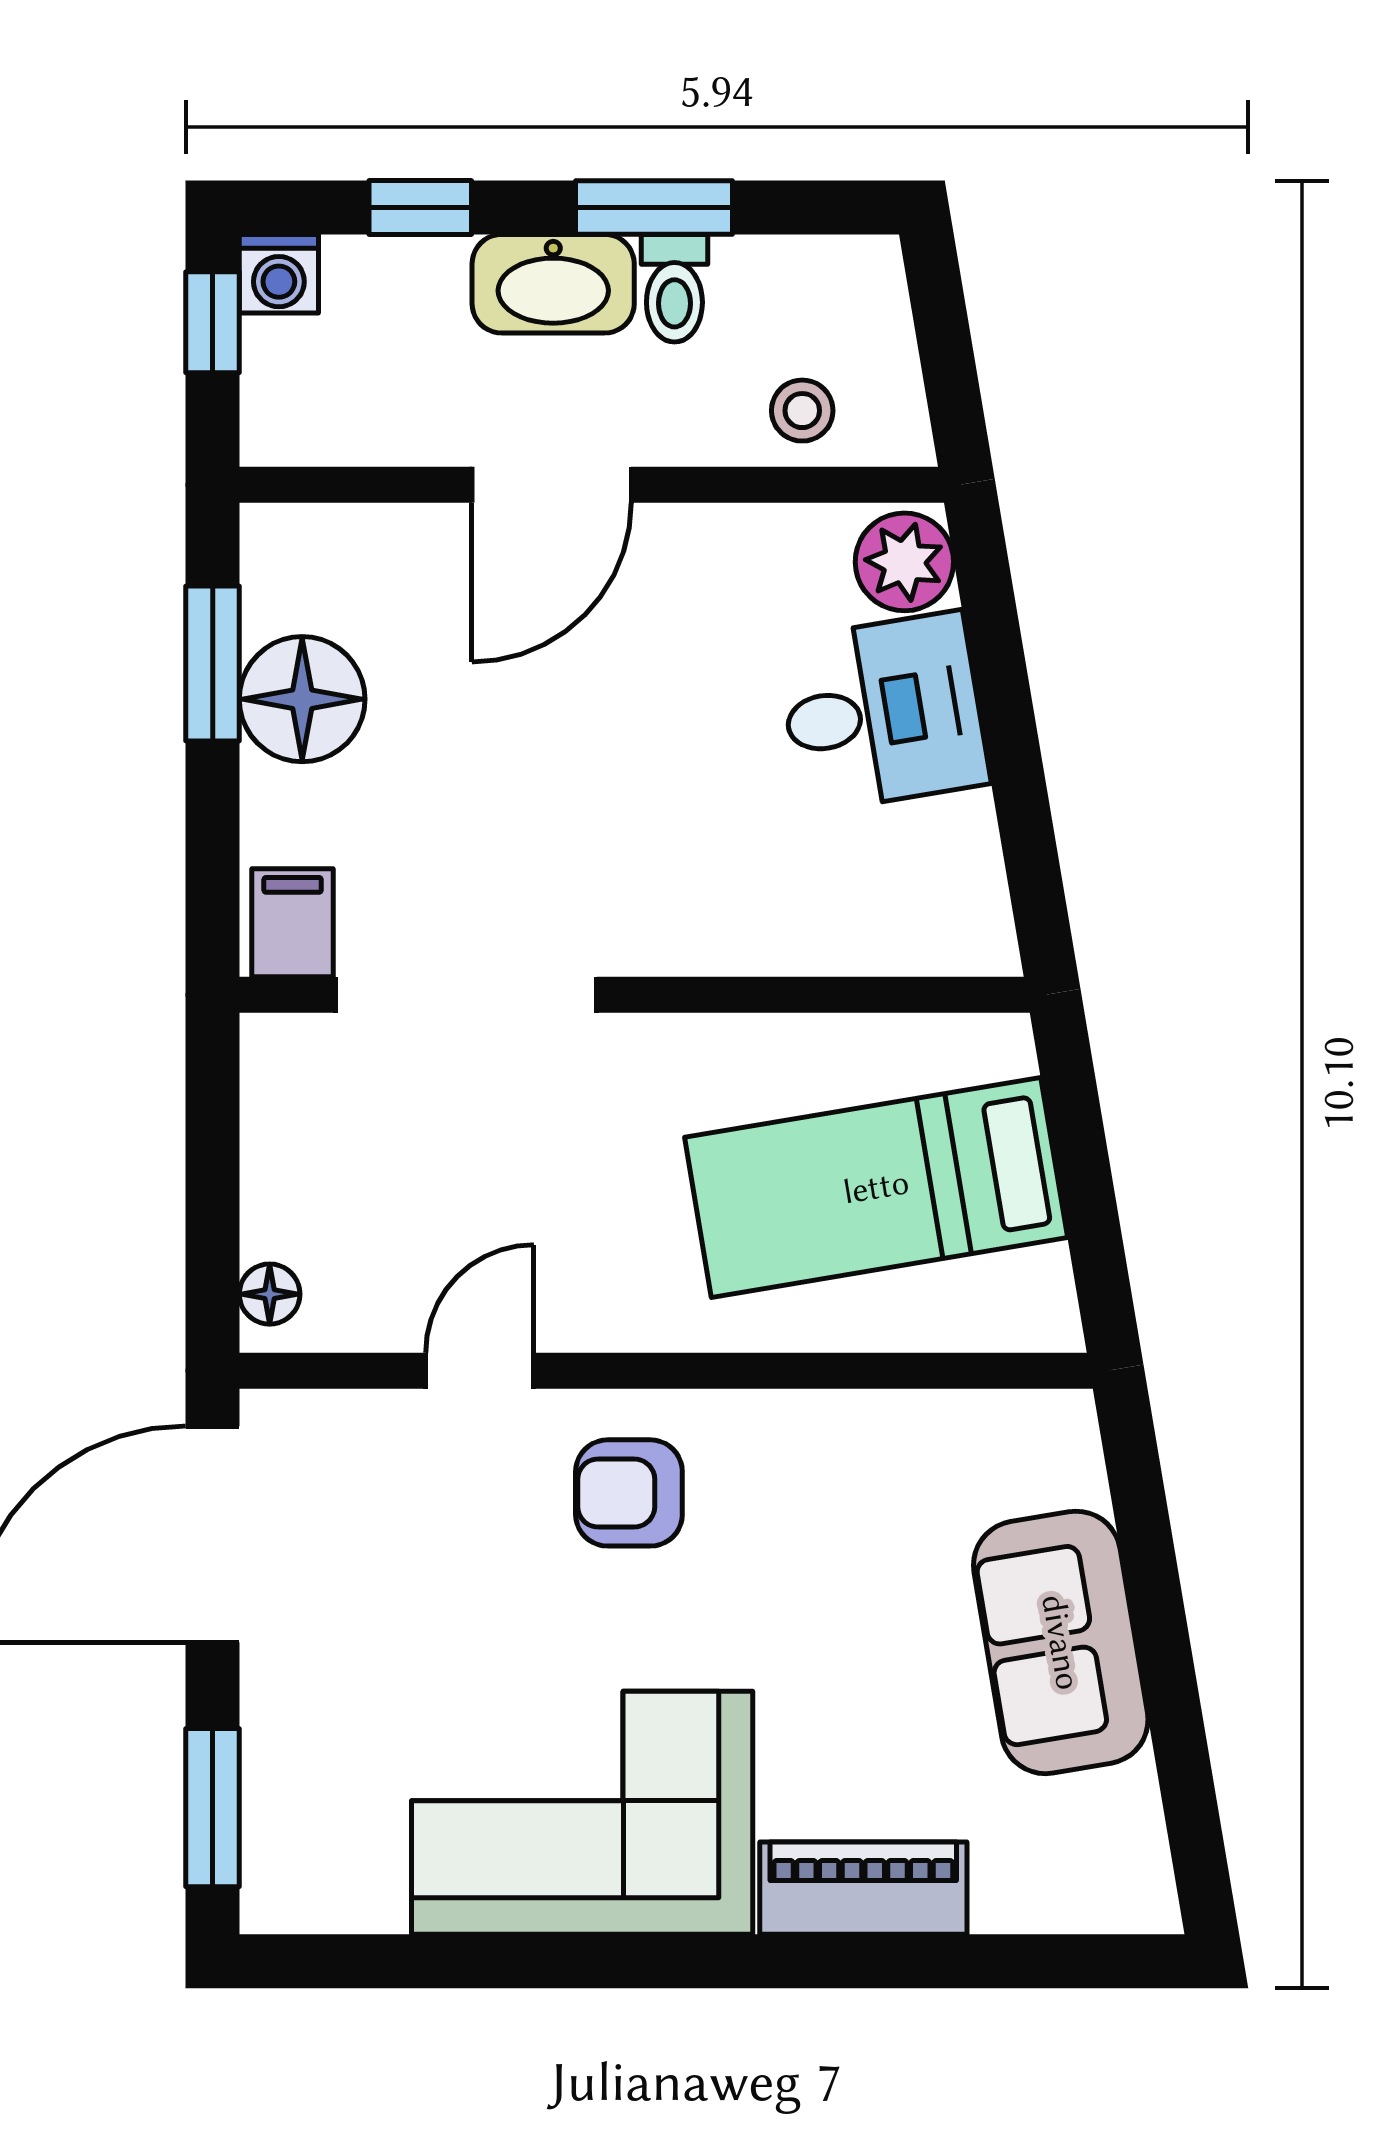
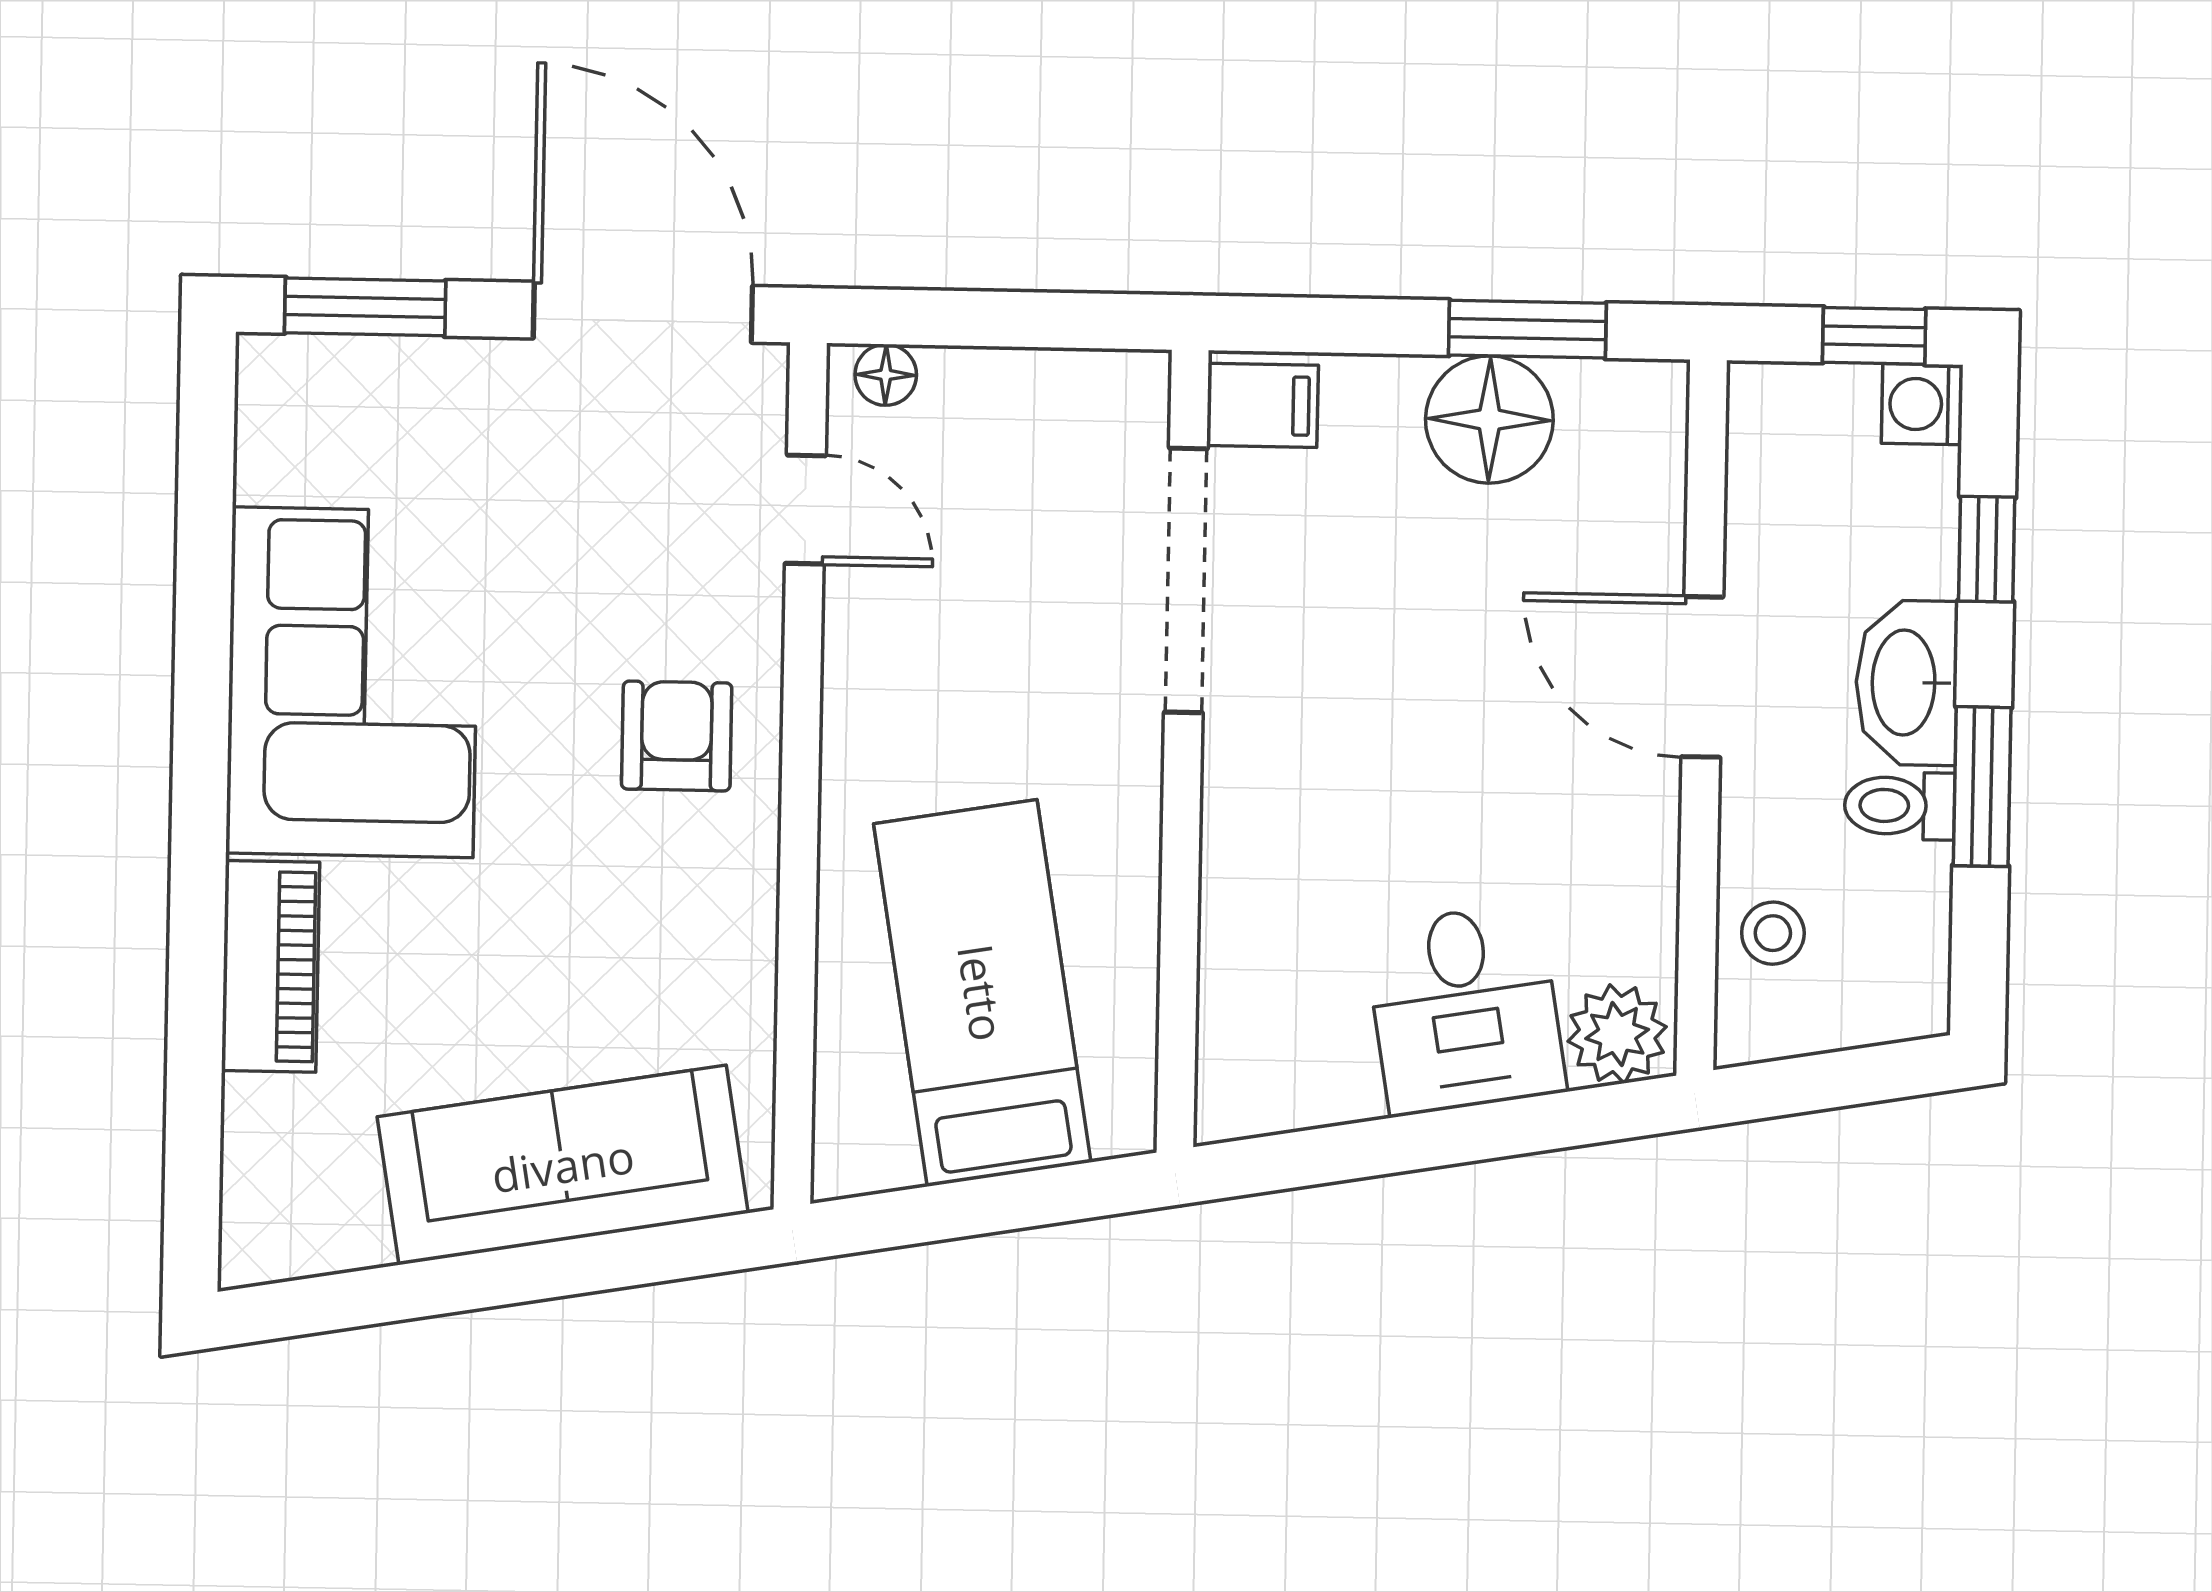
door: (480, 1371) -> (805, 510), moved
sofa: (1061, 1642) -> (563, 1165), width x1.36

